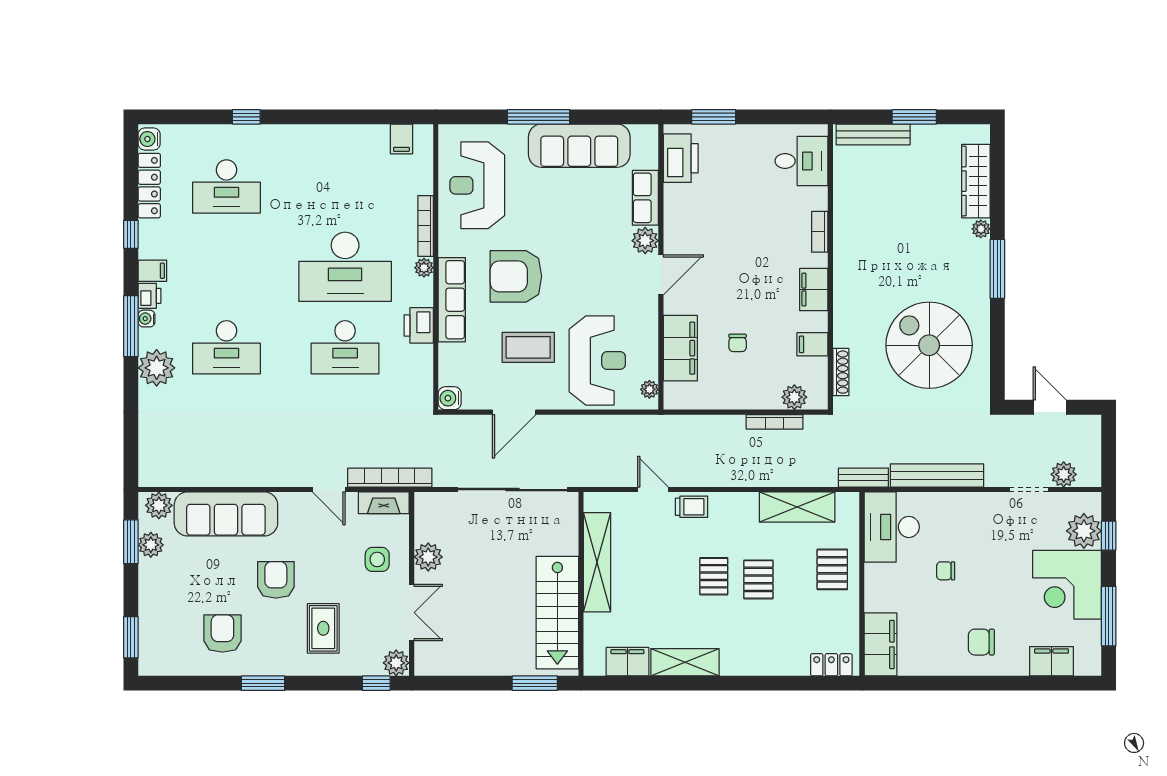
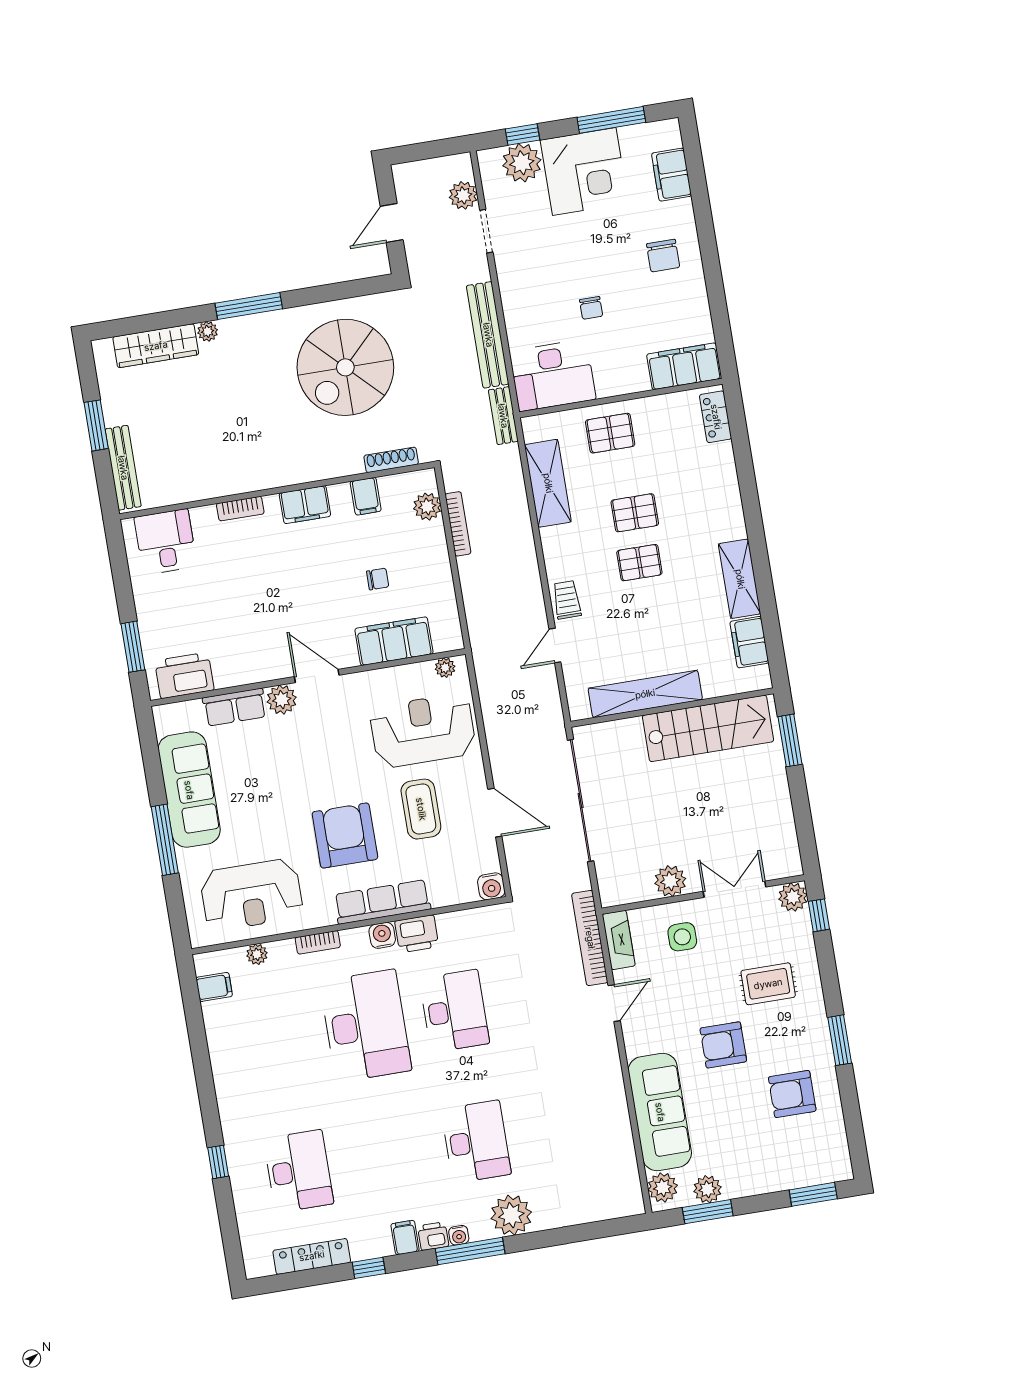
water cooler: (149, 139) -> (382, 935), moved, turned 180
bookcase: (426, 226) -> (318, 942), width x0.64
plant: (424, 268) -> (257, 954), moved
armchair: (516, 276) -> (345, 836), turned 180

